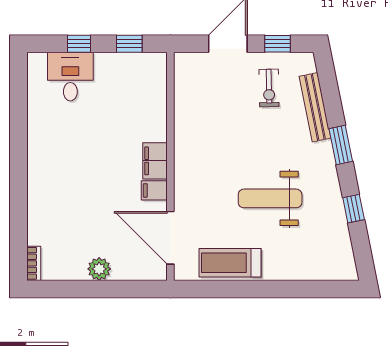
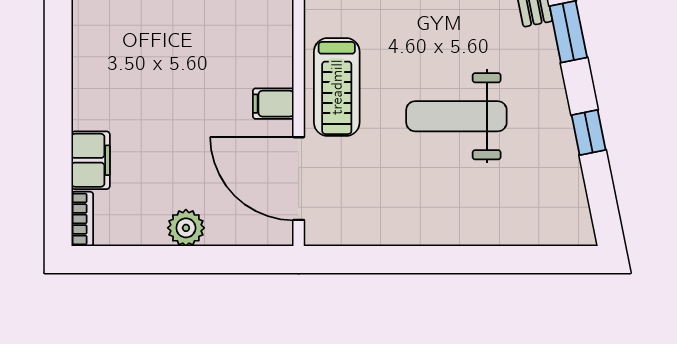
filing cabinet: (155, 161) -> (91, 160), moved, turned 180
treadmill: (230, 263) -> (337, 87), moved, turned -90

